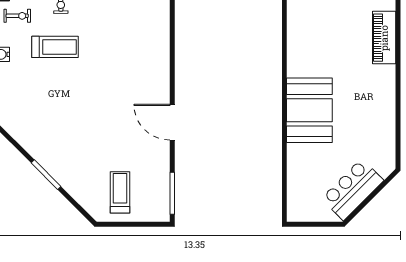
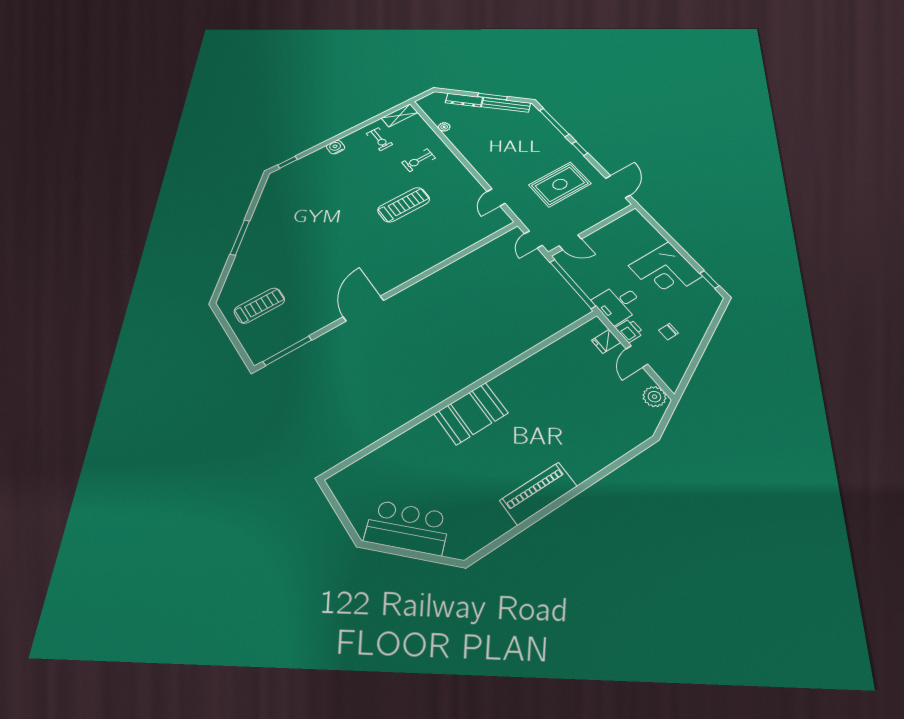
piano: (384, 38) -> (538, 493), moved
treadmill: (55, 47) -> (404, 205), moved, turned -90
booth: (309, 110) -> (471, 413), width x0.73, depth x0.70

